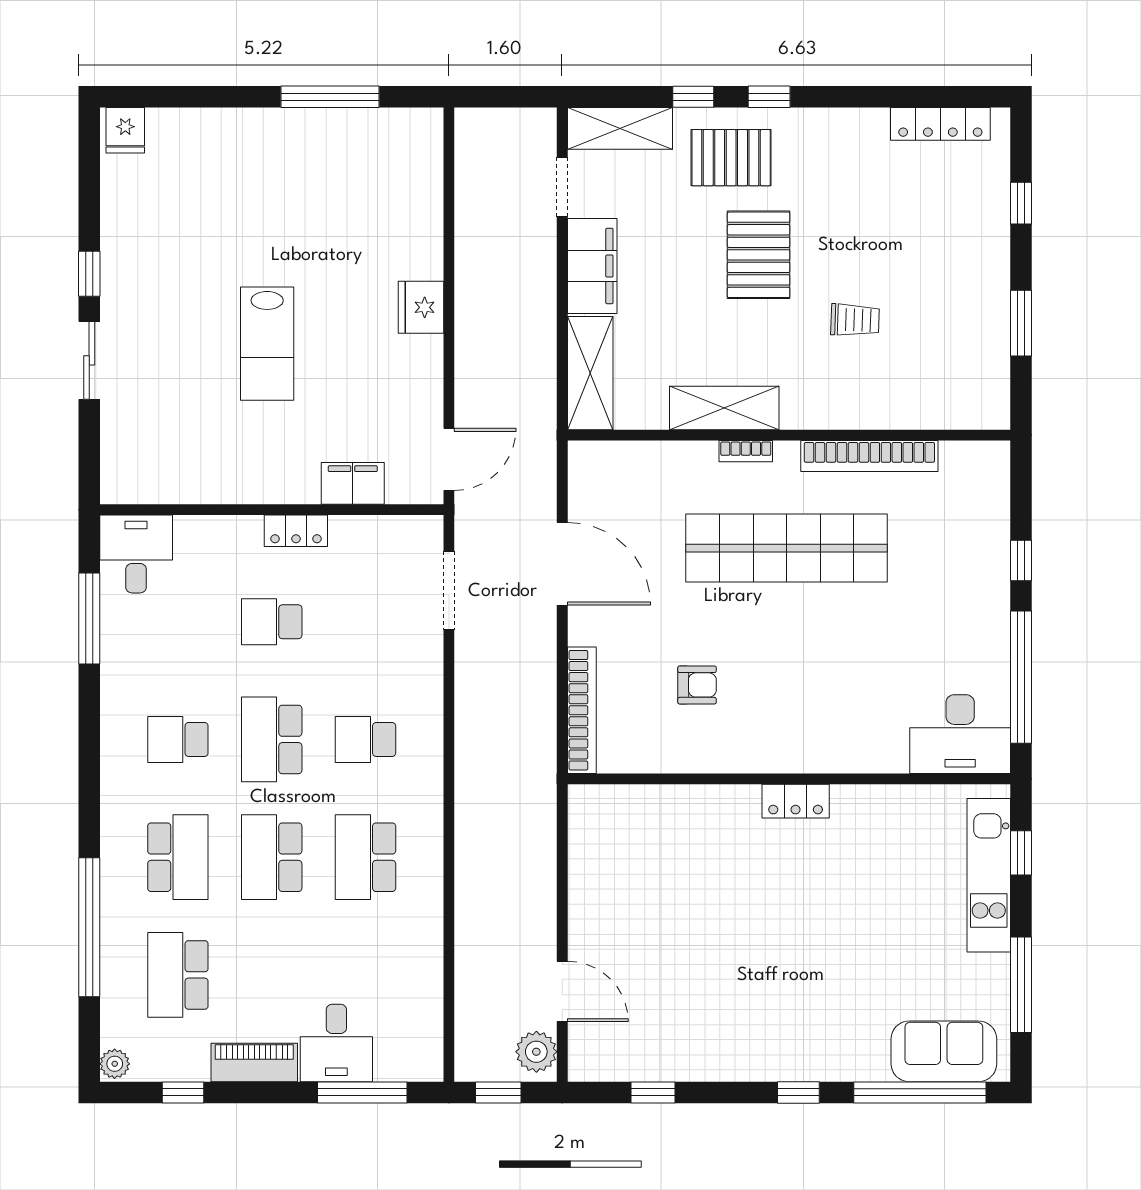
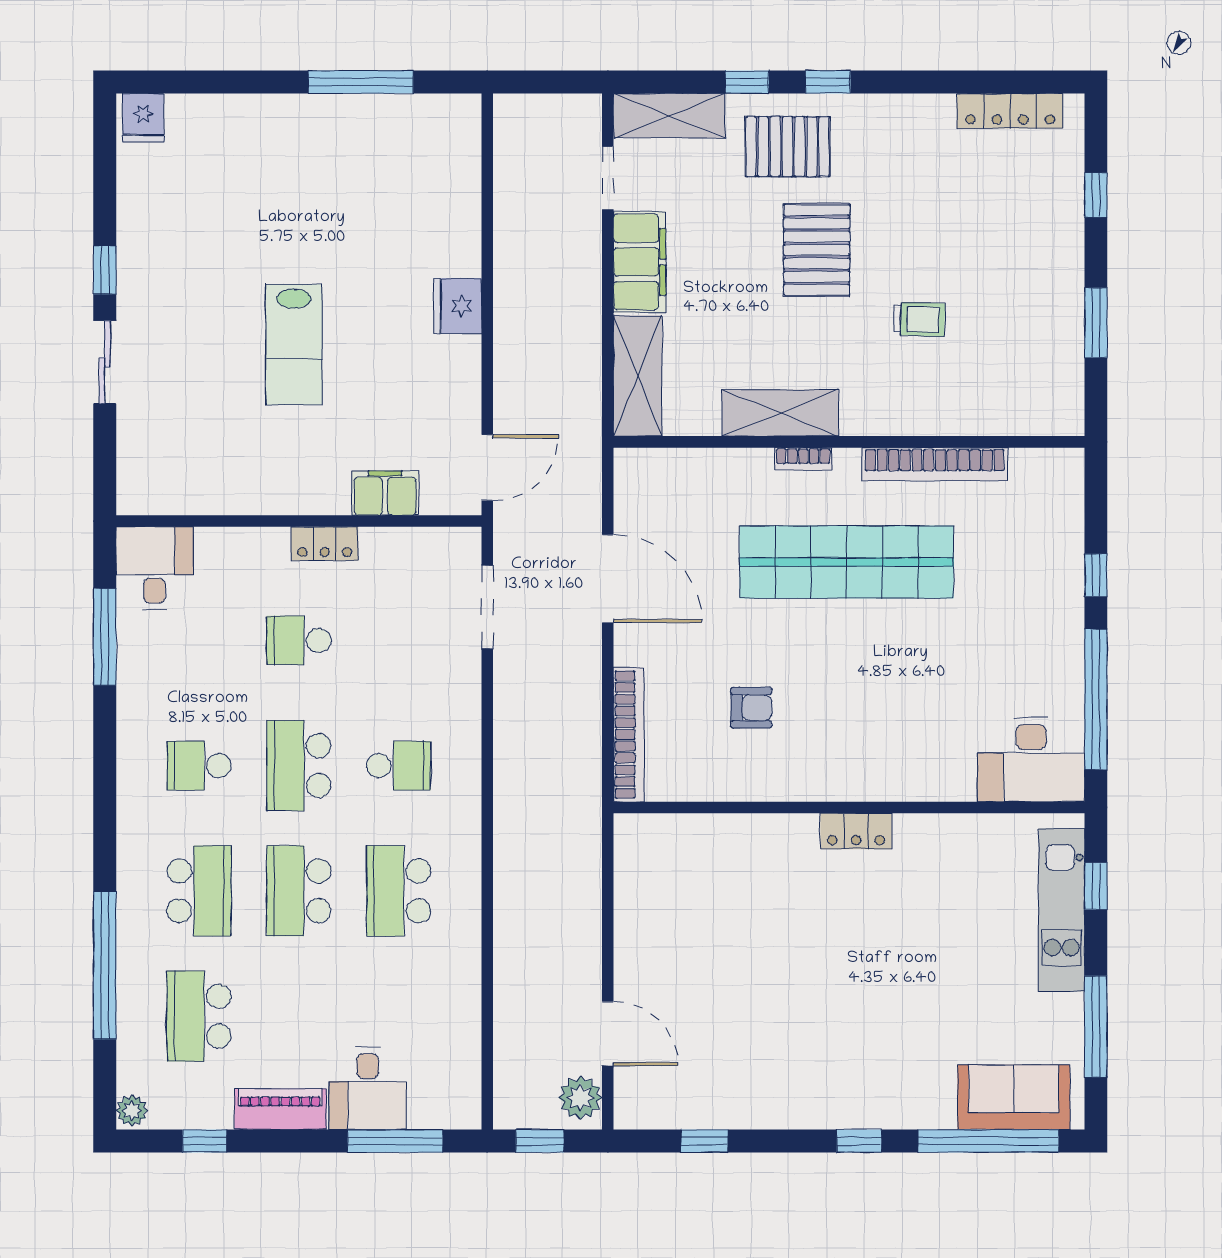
school desk: (365, 739) -> (399, 766), turned 180

